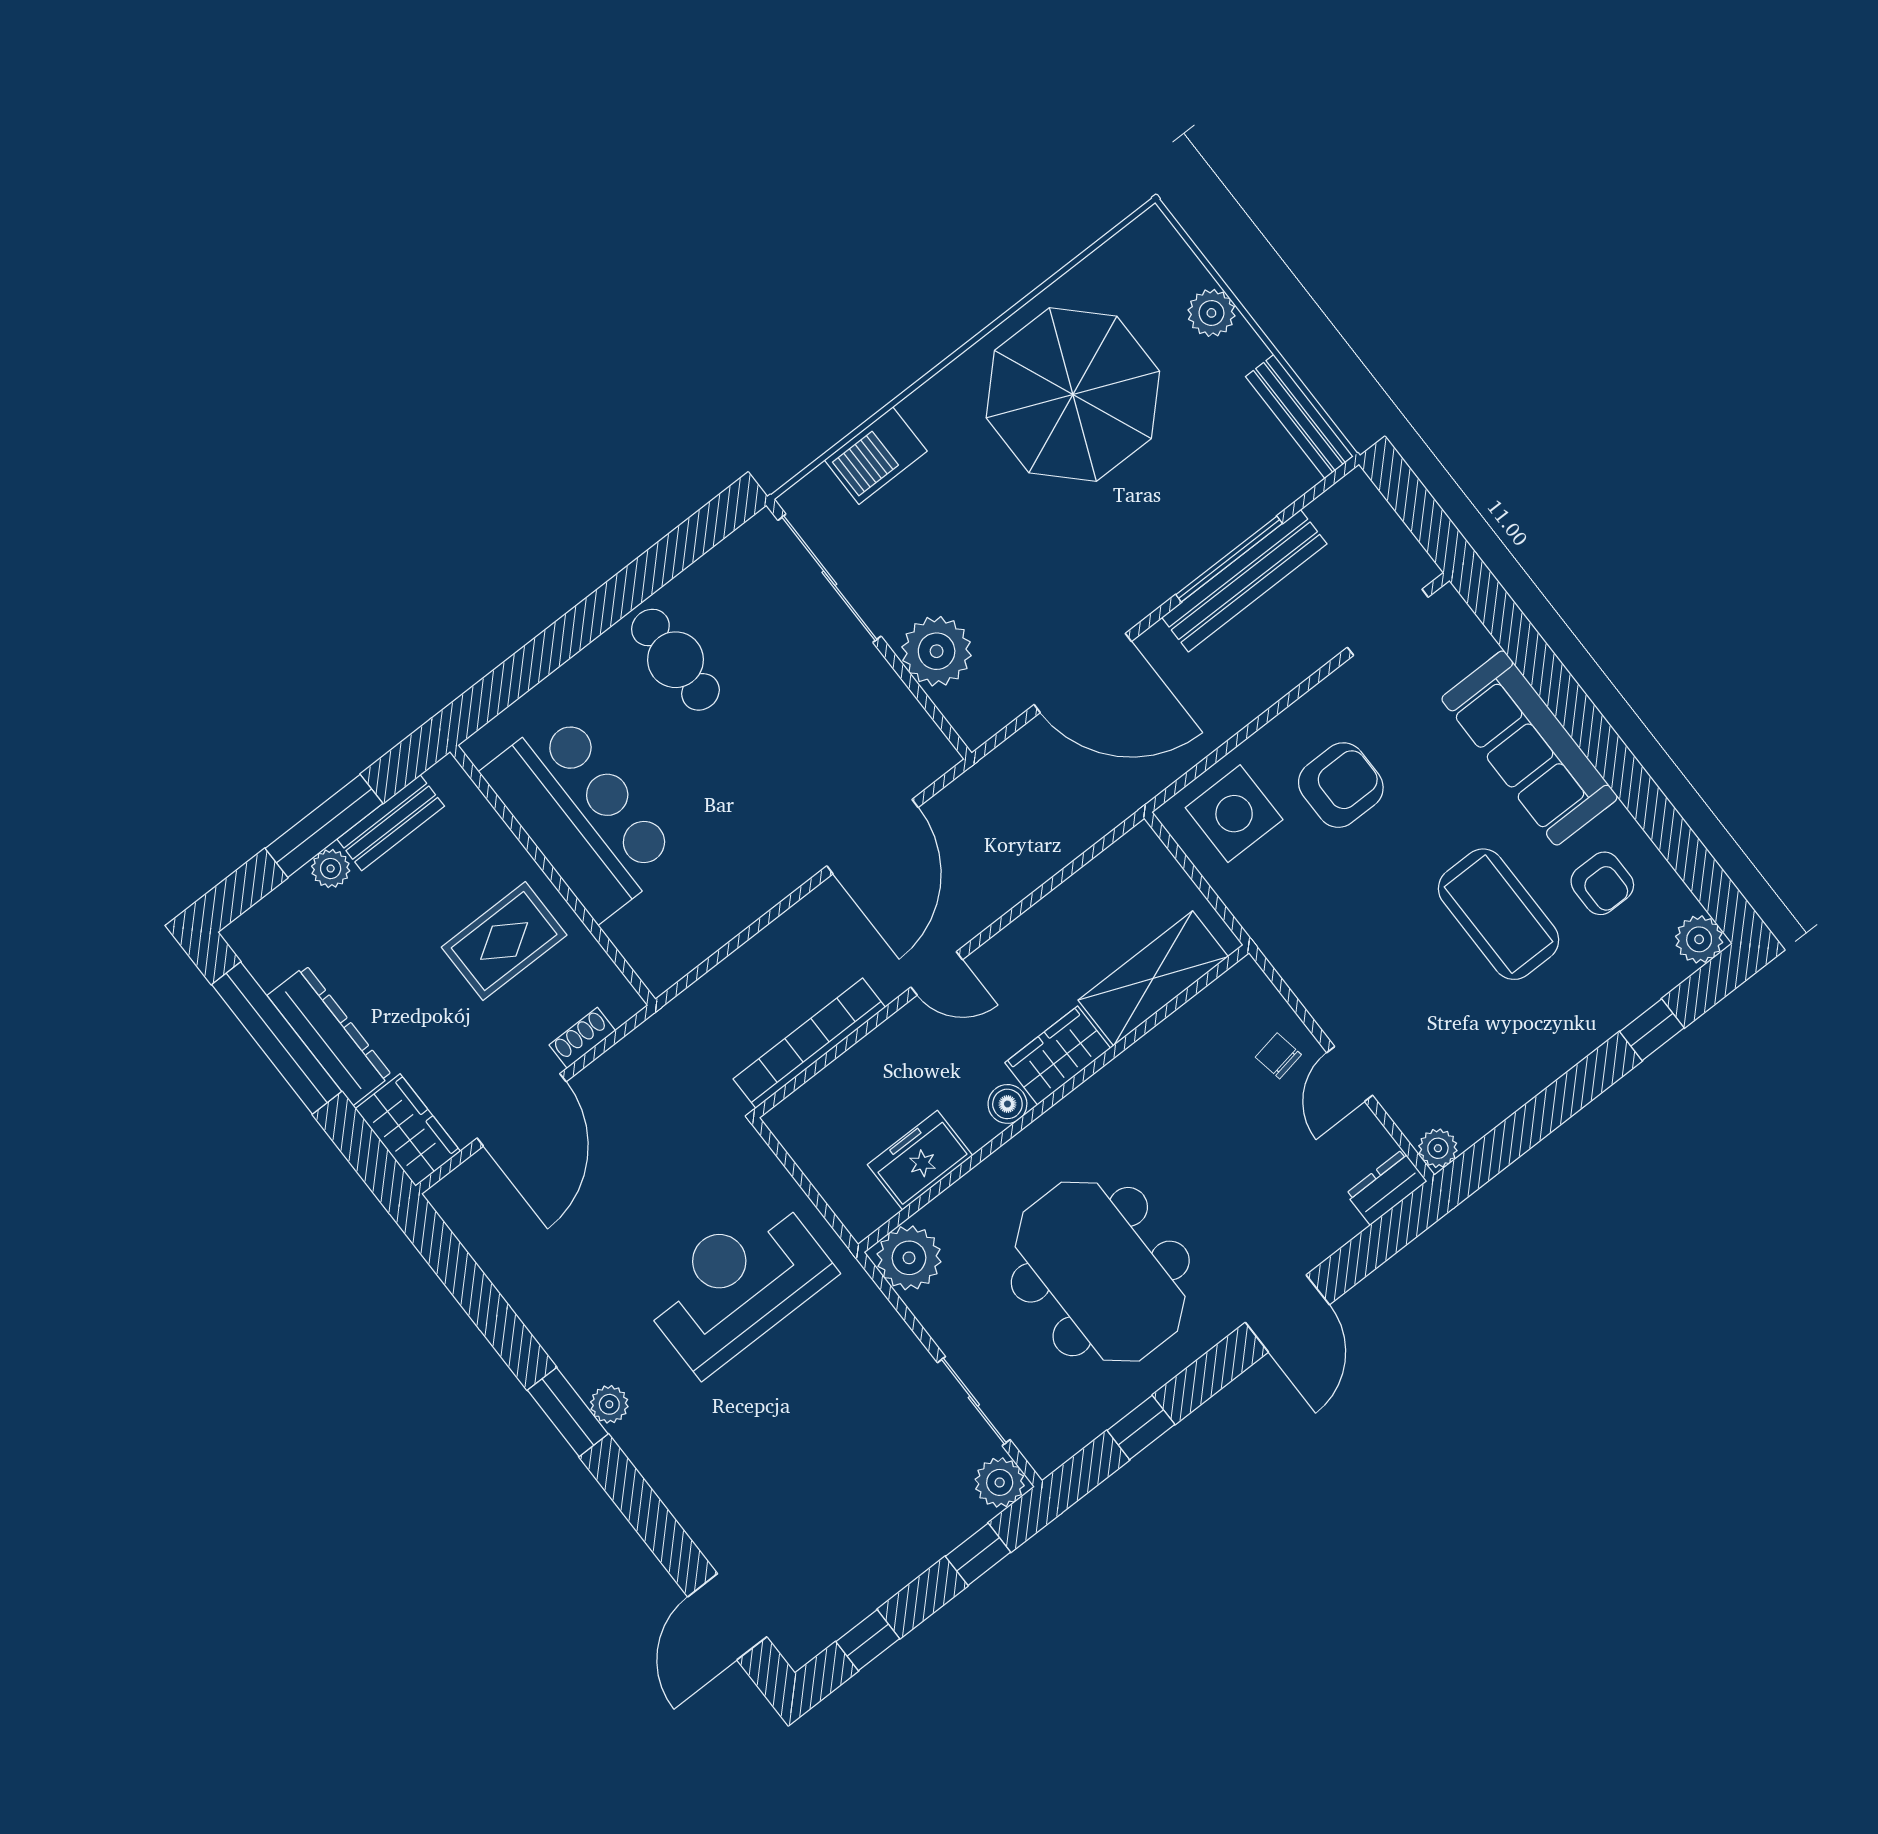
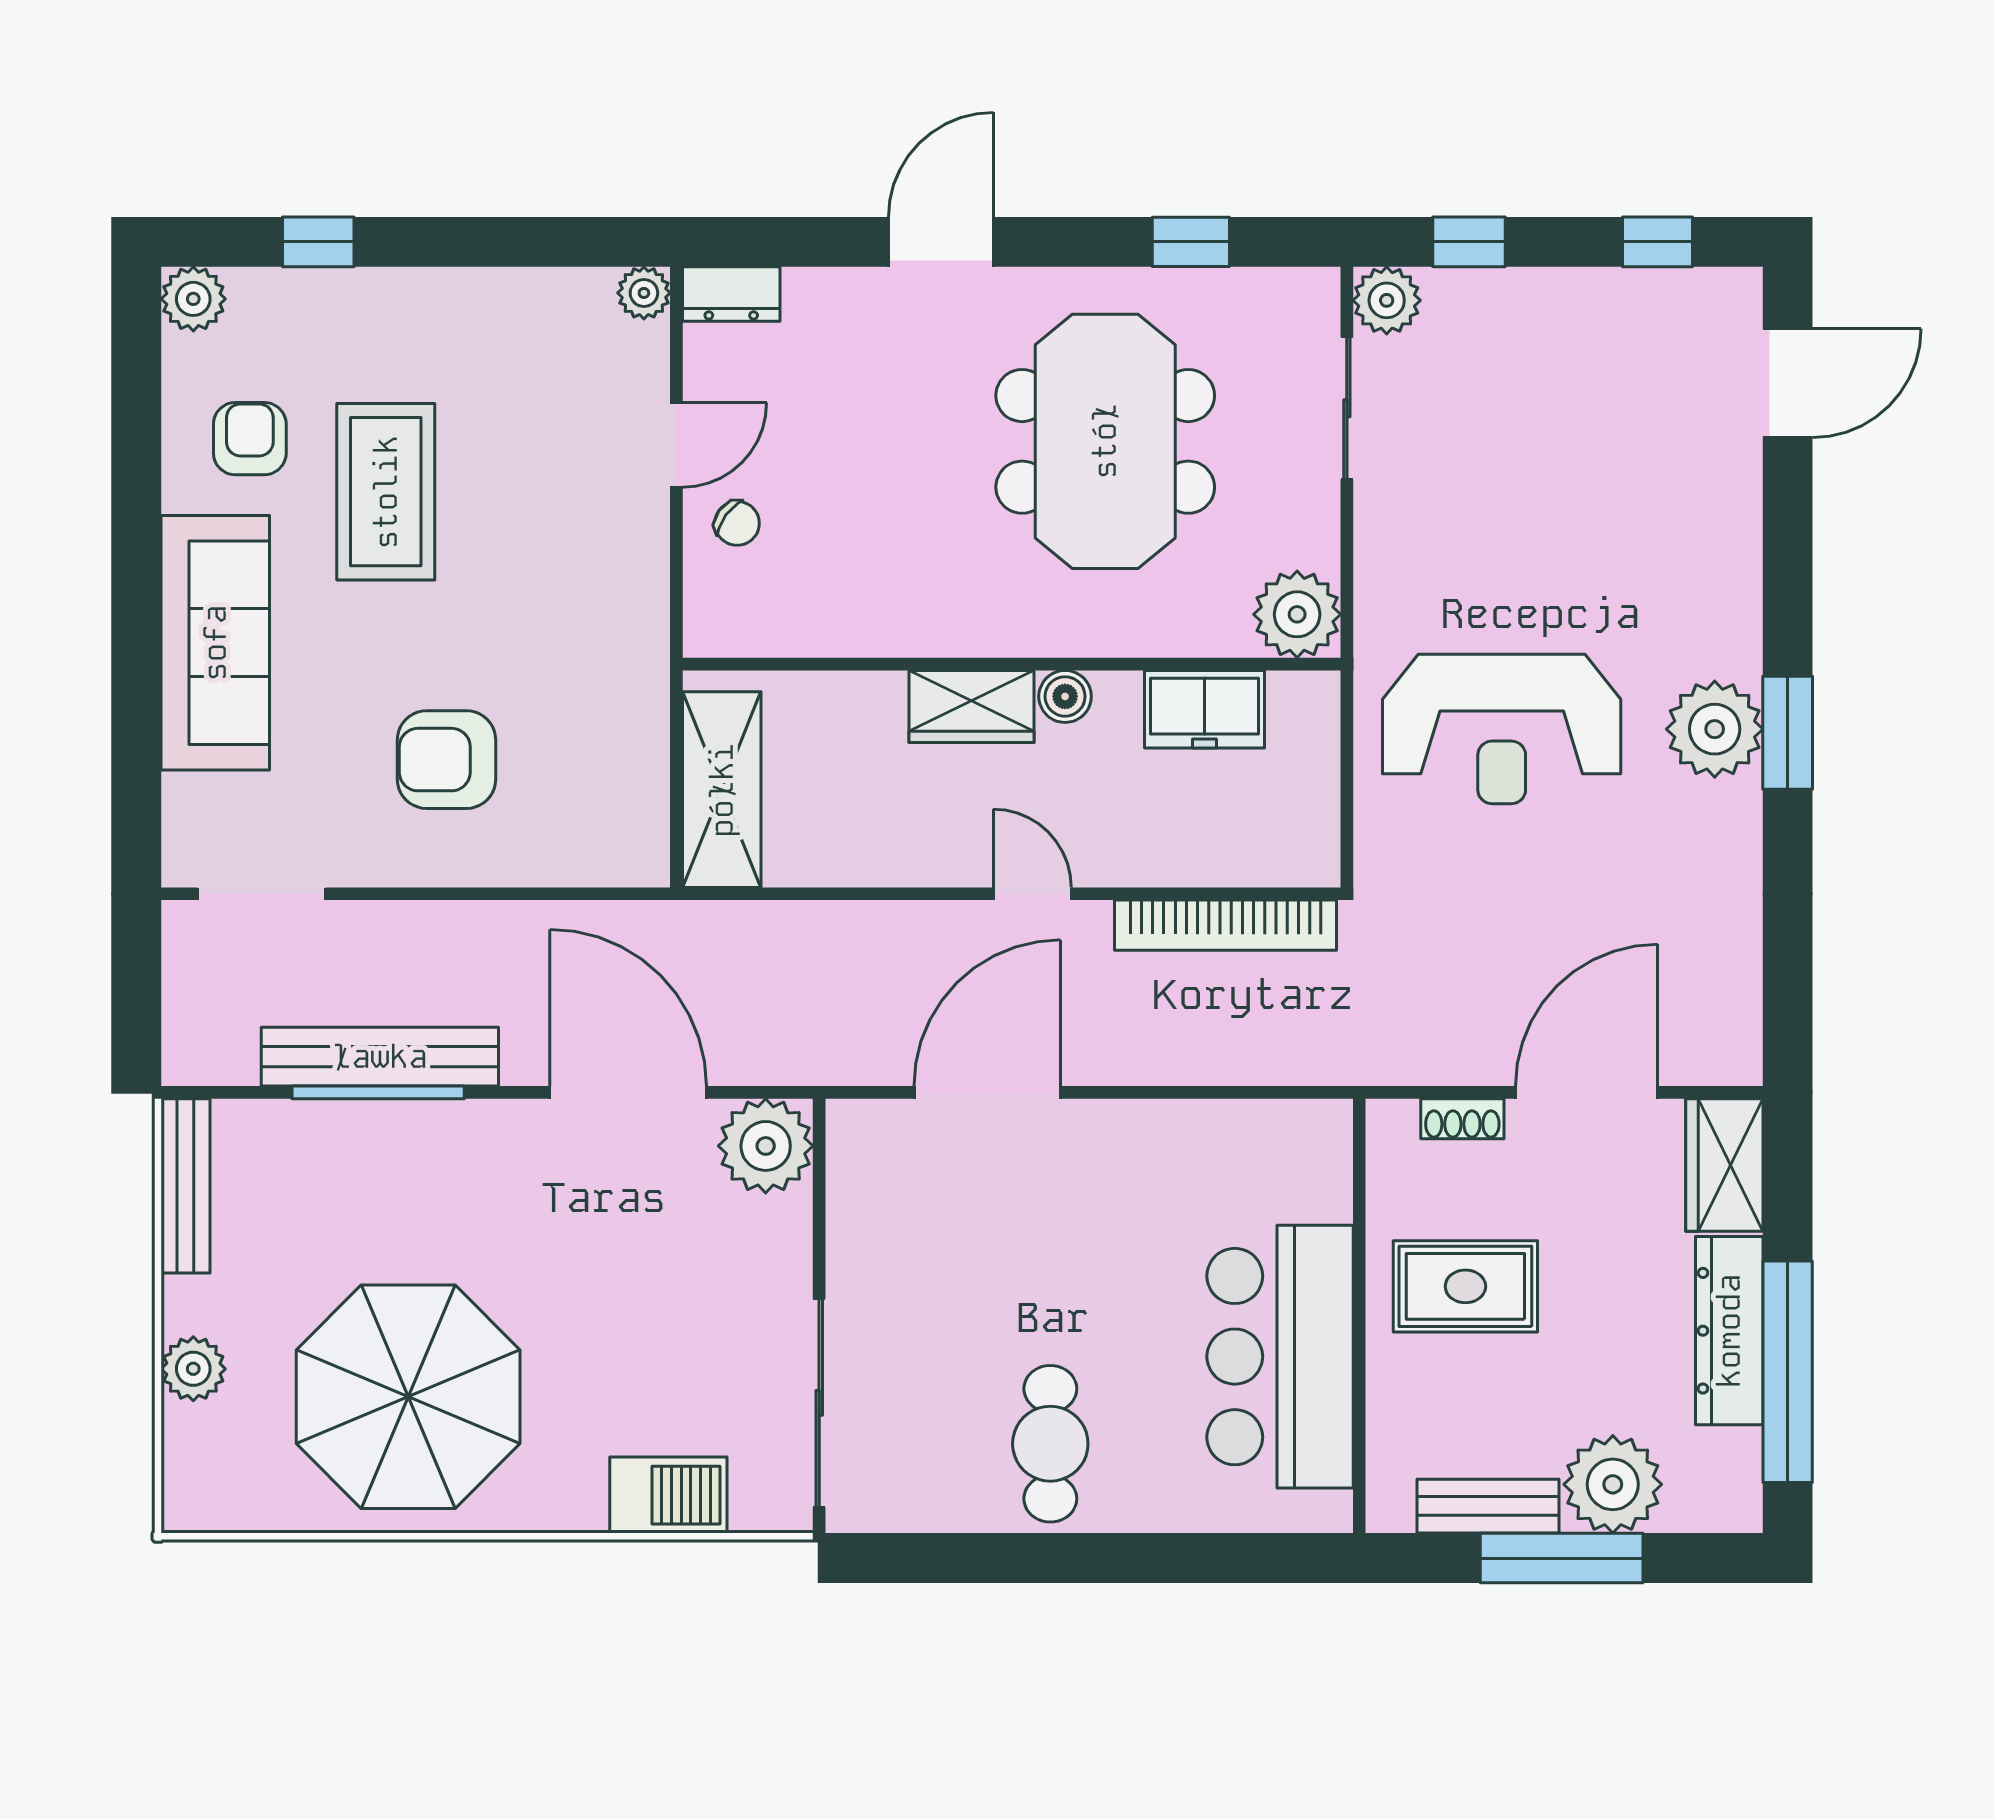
plant: (937, 651) -> (766, 1146), moved
side table: (1234, 814) -> (584, 818), removed
plant: (331, 869) -> (1613, 1484), width x1.88, depth x1.88
shelving: (1153, 978) -> (722, 790), moved, turned 90
chair: (1278, 1056) -> (737, 523), turned -44
plant: (609, 1404) -> (1715, 729), width x1.87, depth x1.87

